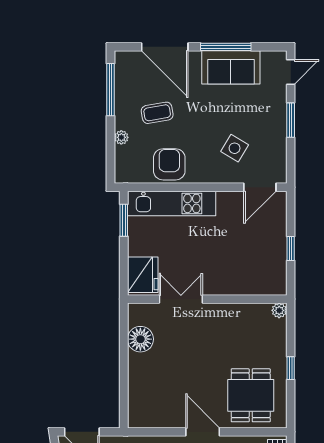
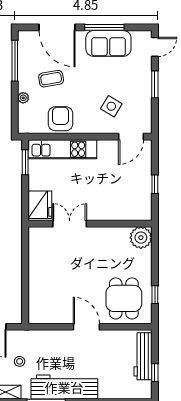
plant: (279, 310) -> (141, 238), width x1.88, depth x1.88
floor lamp: (140, 339) -> (38, 255), removed
window: (291, 368) -> (155, 295), moved

